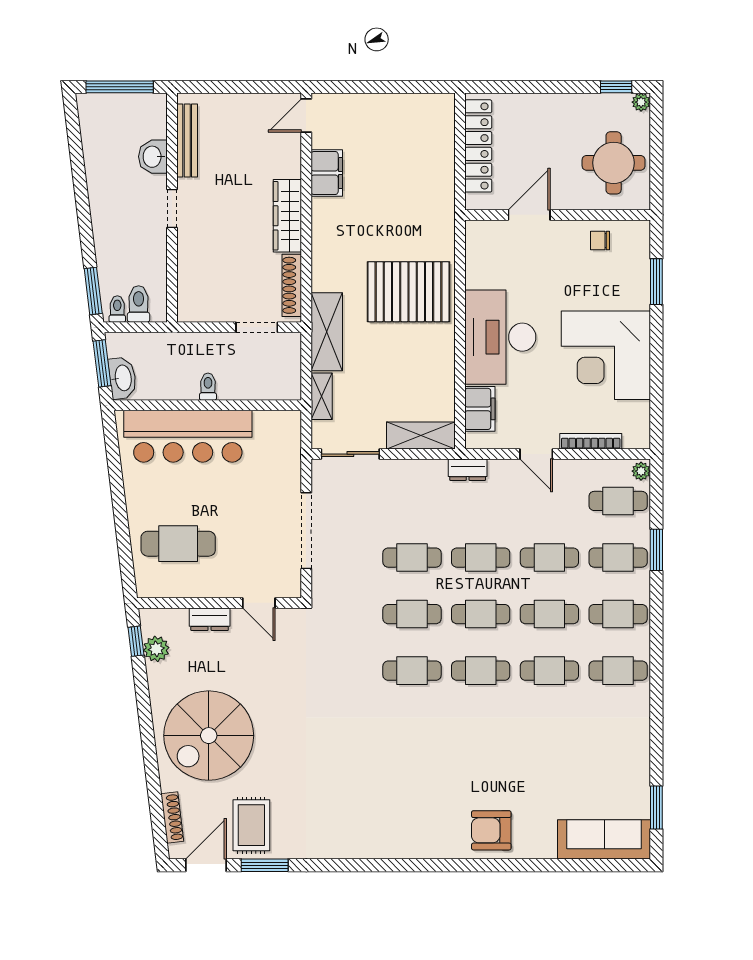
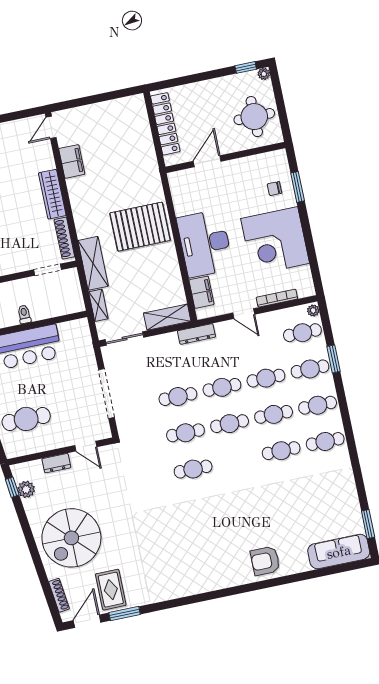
chair: (600, 240) -> (274, 189), moved
dresser: (468, 470) -> (196, 334), width x1.44
cafe table: (481, 671) -> (237, 460), removed

